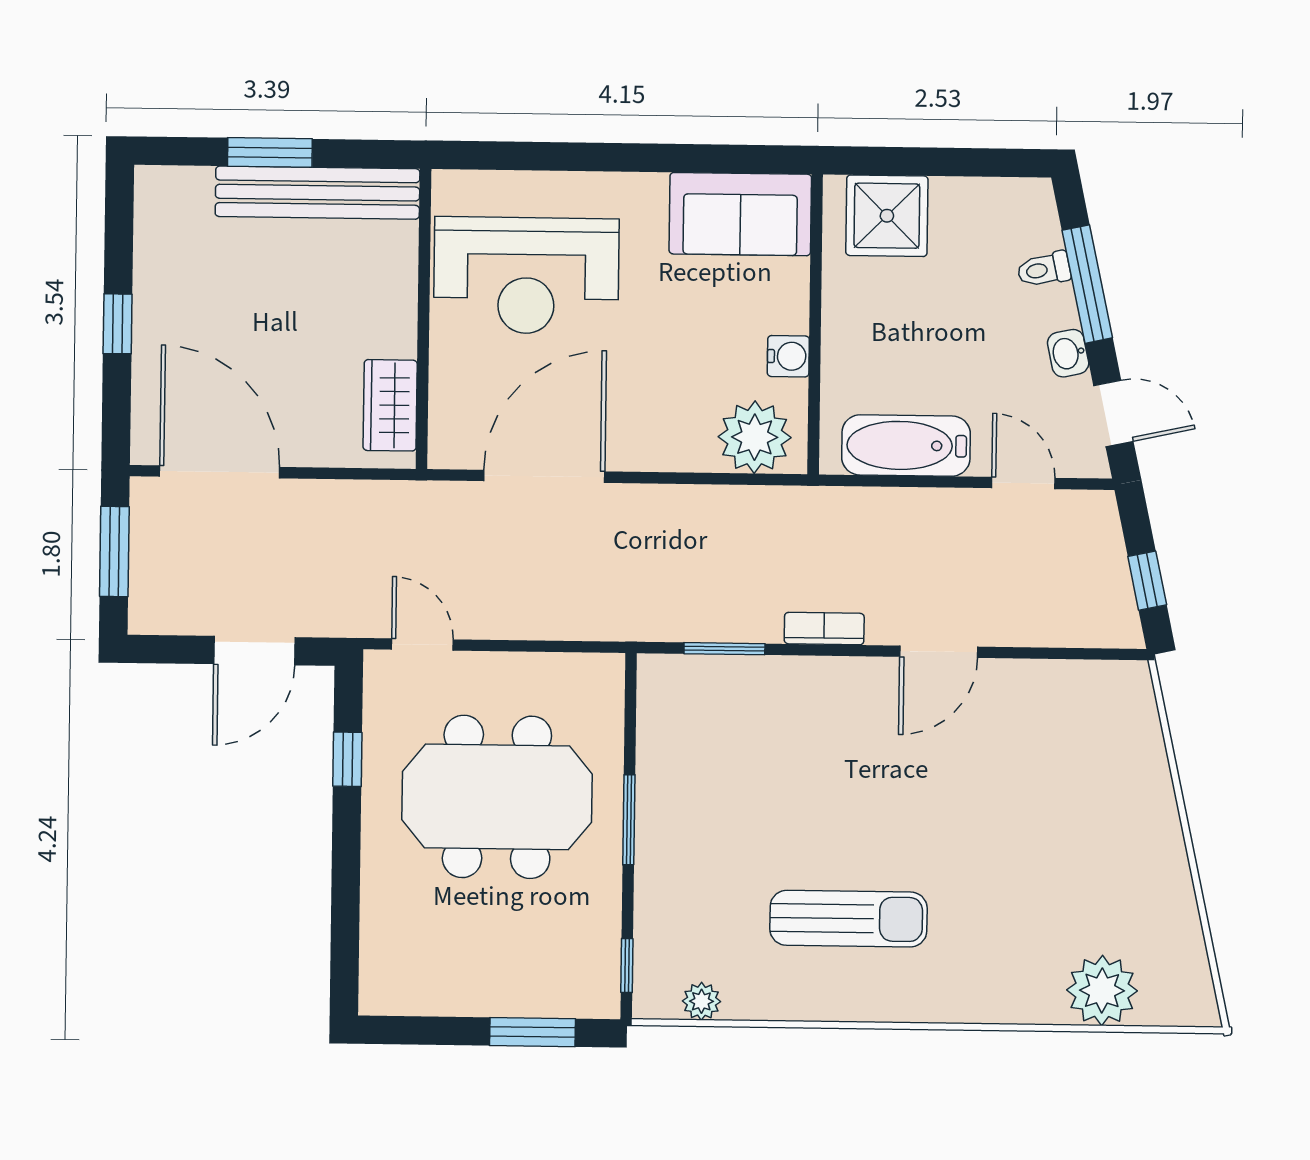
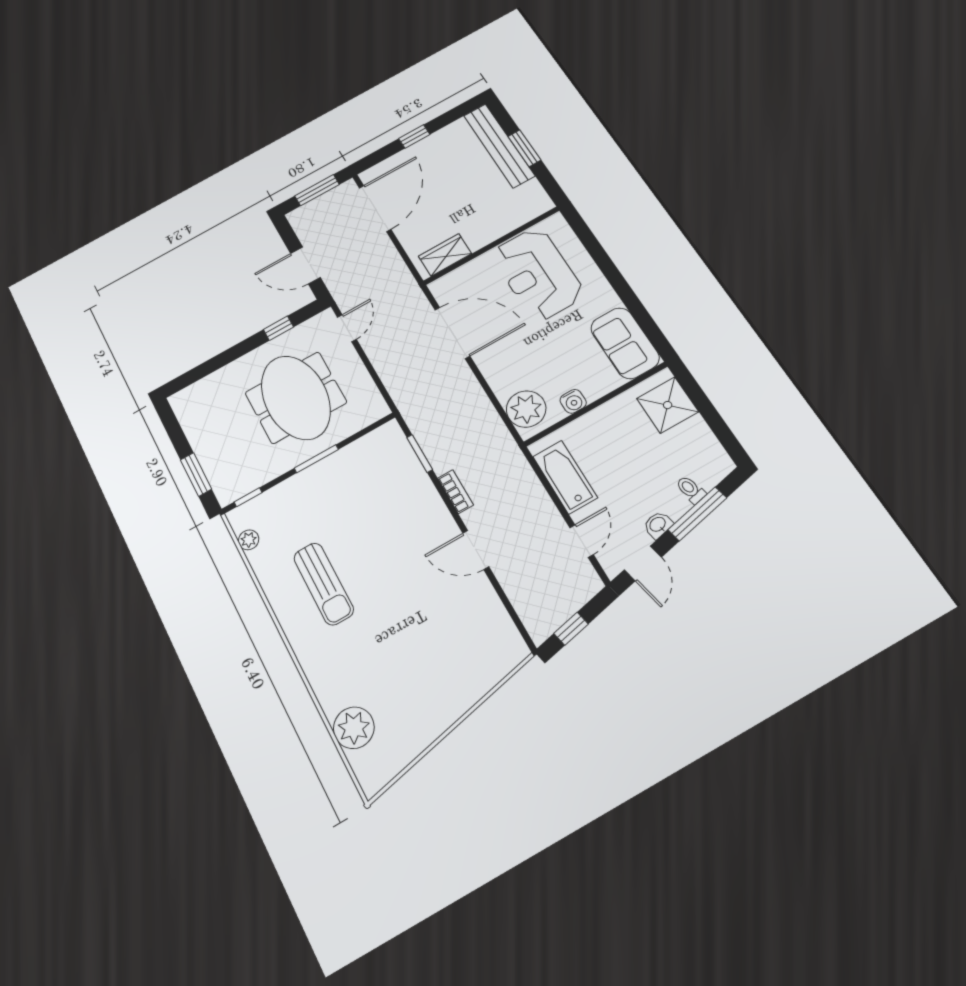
bench: (318, 193) -> (499, 146), moved

